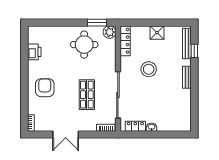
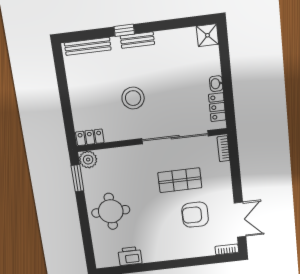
shower: (157, 33) -> (207, 35), moved
locker: (125, 41) -> (90, 137), width x0.66
round table: (84, 45) -> (111, 211), moved
window: (194, 51) -> (124, 30), moved
armchair: (45, 88) -> (195, 215), moved
double door: (66, 134) -> (240, 220), moved

